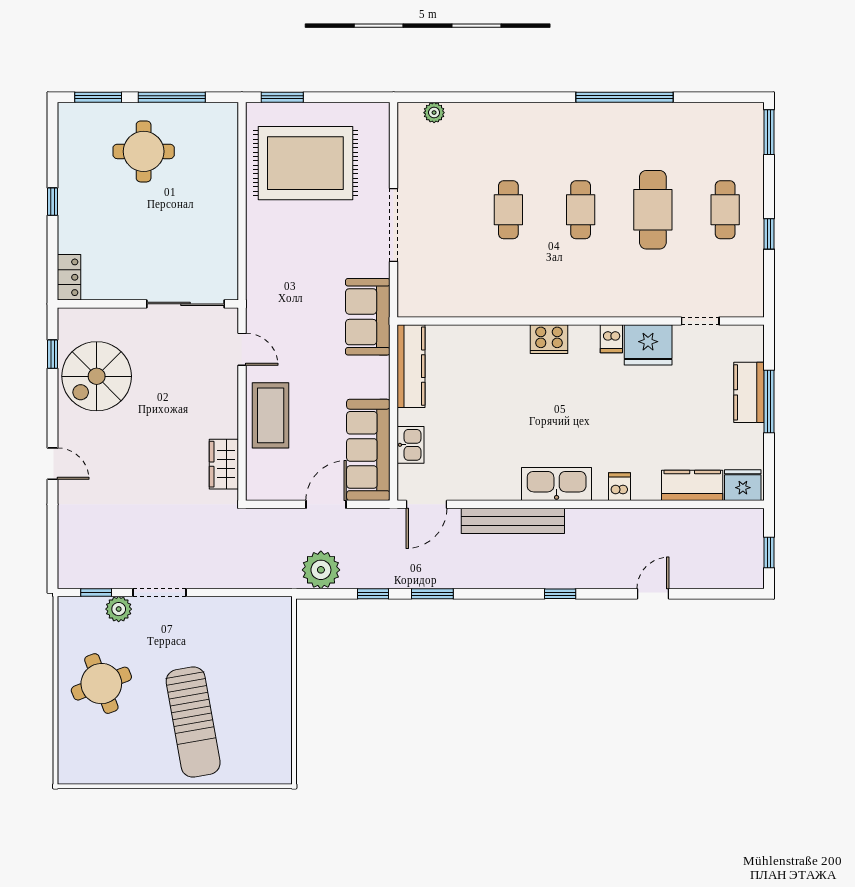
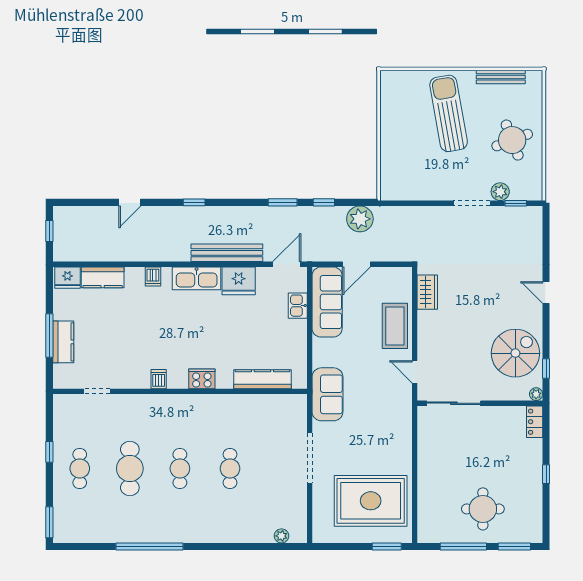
plant: (67, 317) -> (536, 394), added
fridge: (648, 345) -> (239, 281), moved, turned 180
kitchen counter: (411, 366) -> (262, 379), moved, turned 90
bench: (118, 775) -> (501, 77), added

